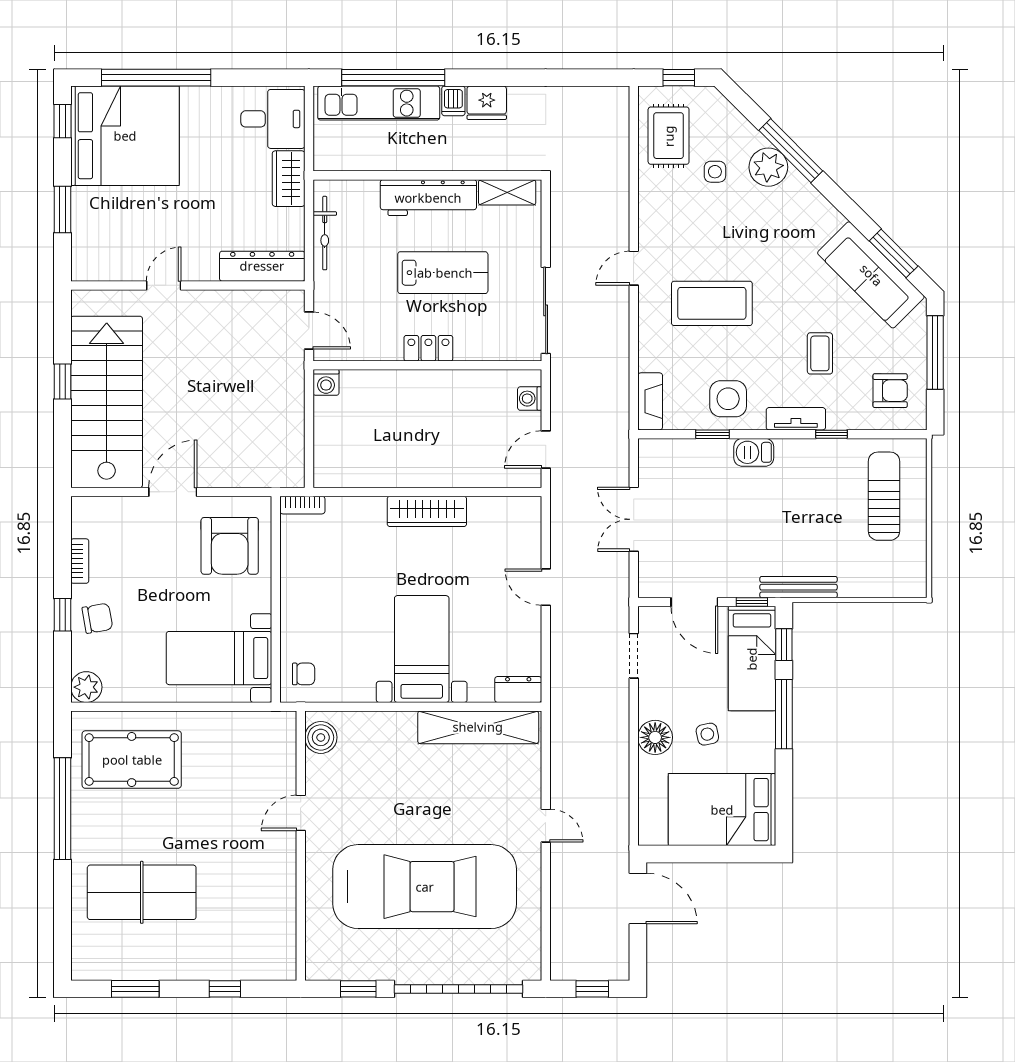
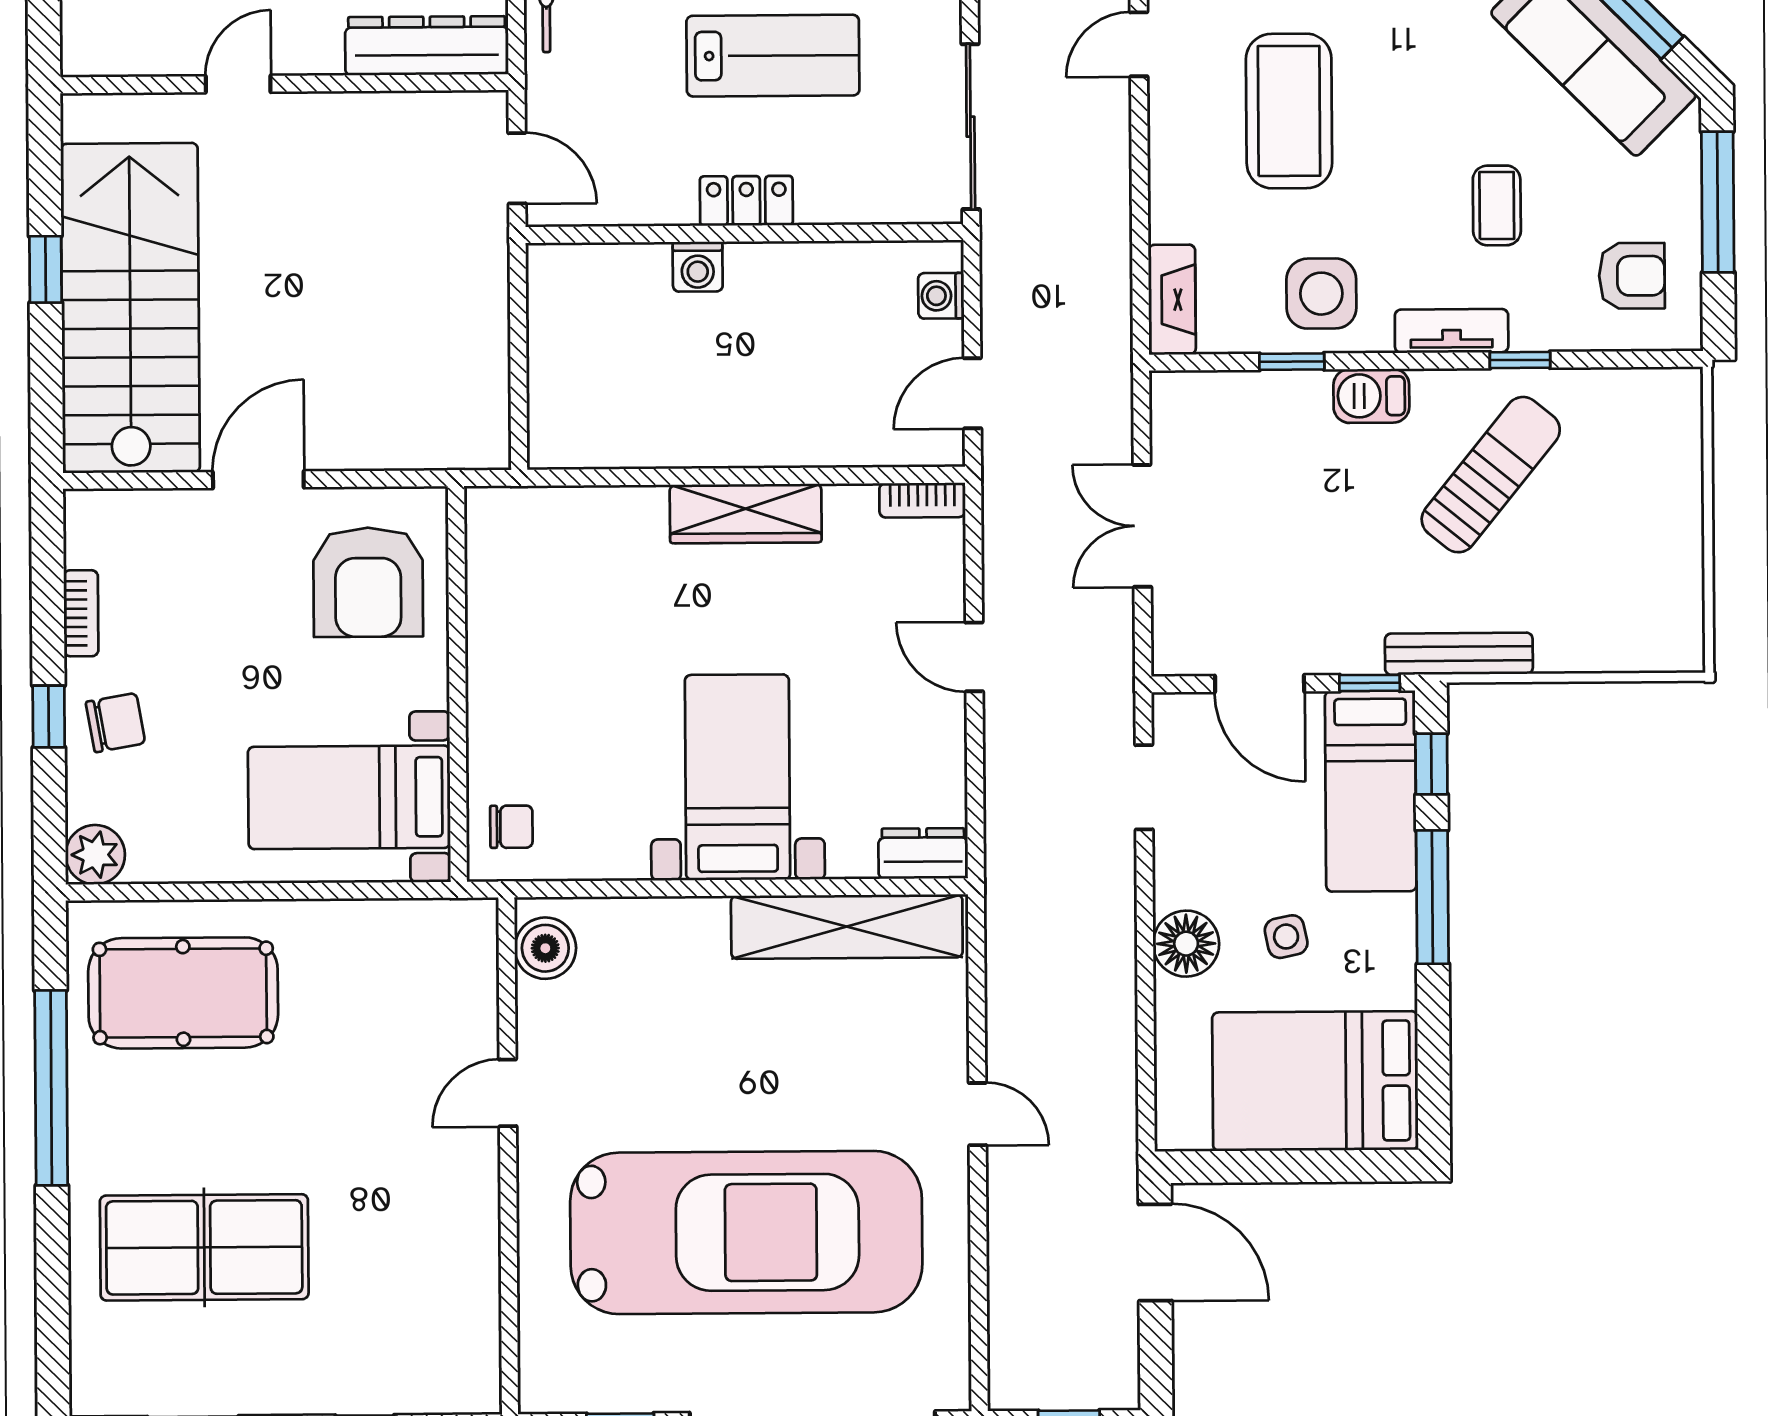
coffee table: (712, 303) -> (1289, 111), turned 90
washing machine: (326, 382) -> (698, 267), moved
sun lounger: (884, 496) -> (1491, 475), moved, turned 39
bookcase: (302, 505) -> (922, 500), moved

